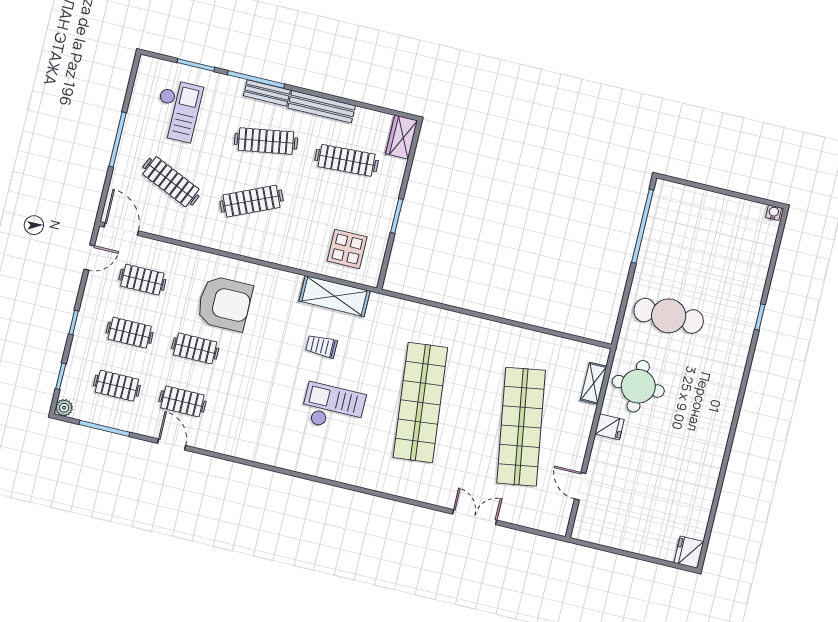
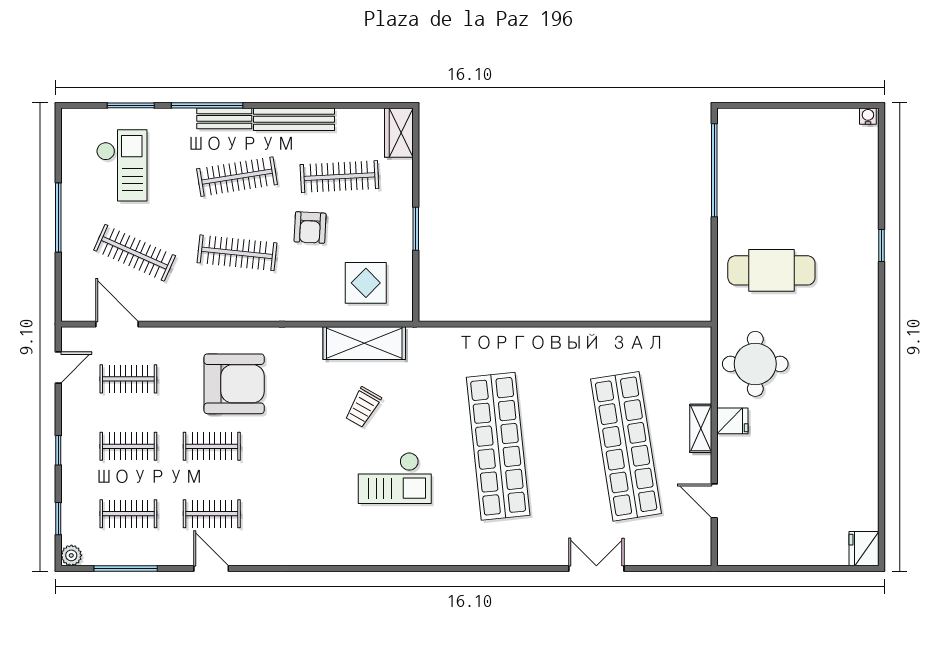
armchair: (314, 195) -> (310, 228), added
clothes rail: (252, 201) -> (237, 253), turned 30
door: (121, 229) -> (117, 324), moved
trolley: (321, 346) -> (363, 407), turned -60
shelving: (594, 383) -> (701, 428), moved
checkout: (333, 408) -> (395, 478), turned 180

